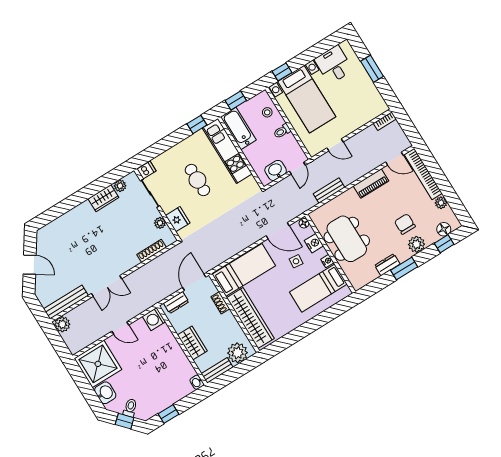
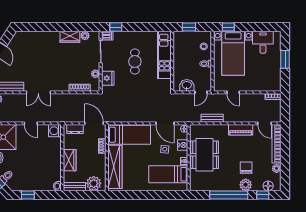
window: (197, 124) -> (116, 27), moved
bathtub: (238, 128) -> (180, 45), removed
dresser: (387, 265) -> (220, 186), removed
window: (404, 268) -> (229, 195), width x2.11
door: (194, 282) -> (94, 123), hinge flipped

